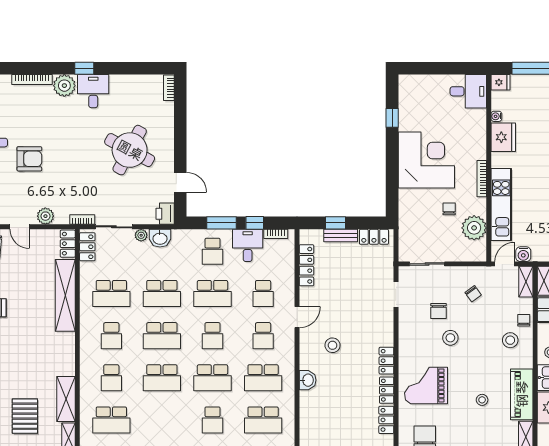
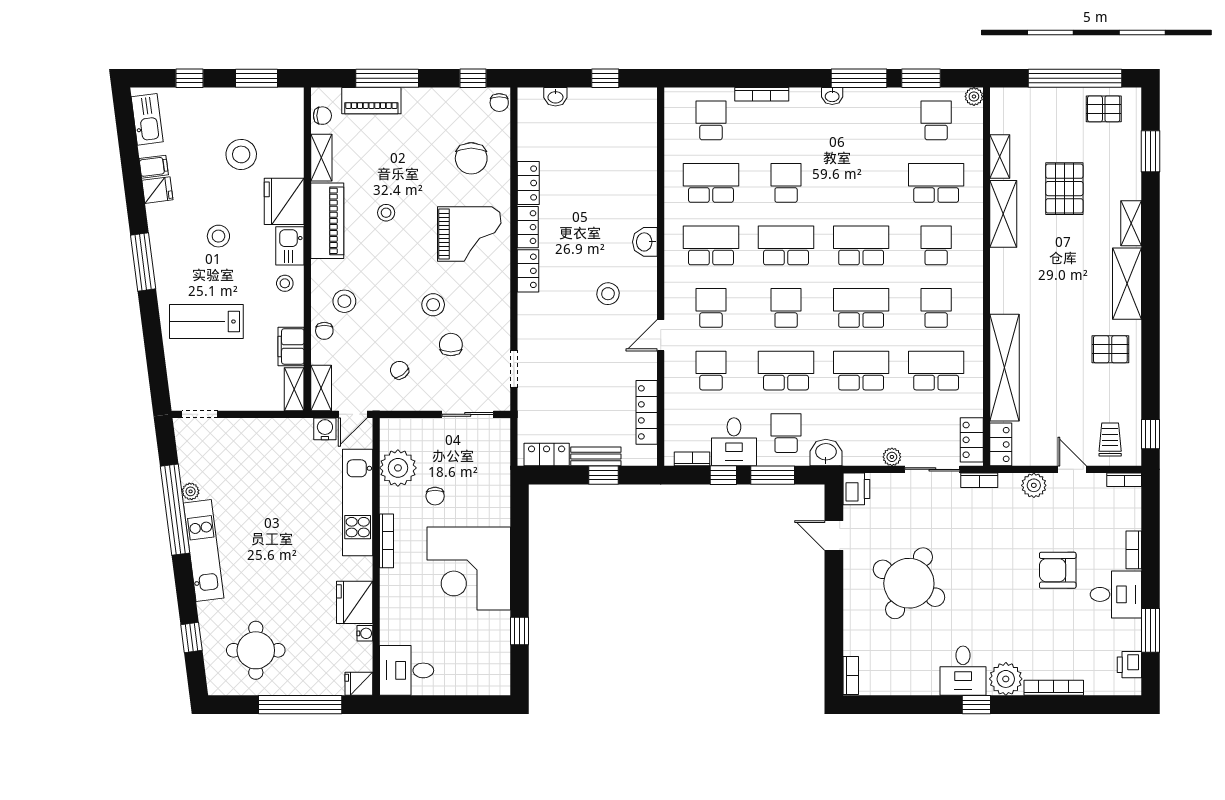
washbasin: (160, 238) -> (826, 453), moved

